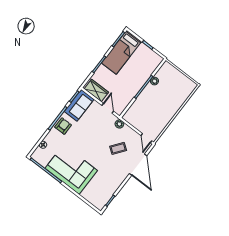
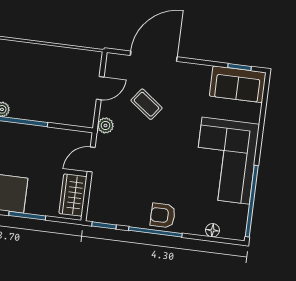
sofa: (79, 105) -> (238, 84), moved, turned 180
door: (146, 138) -> (100, 88), moved

